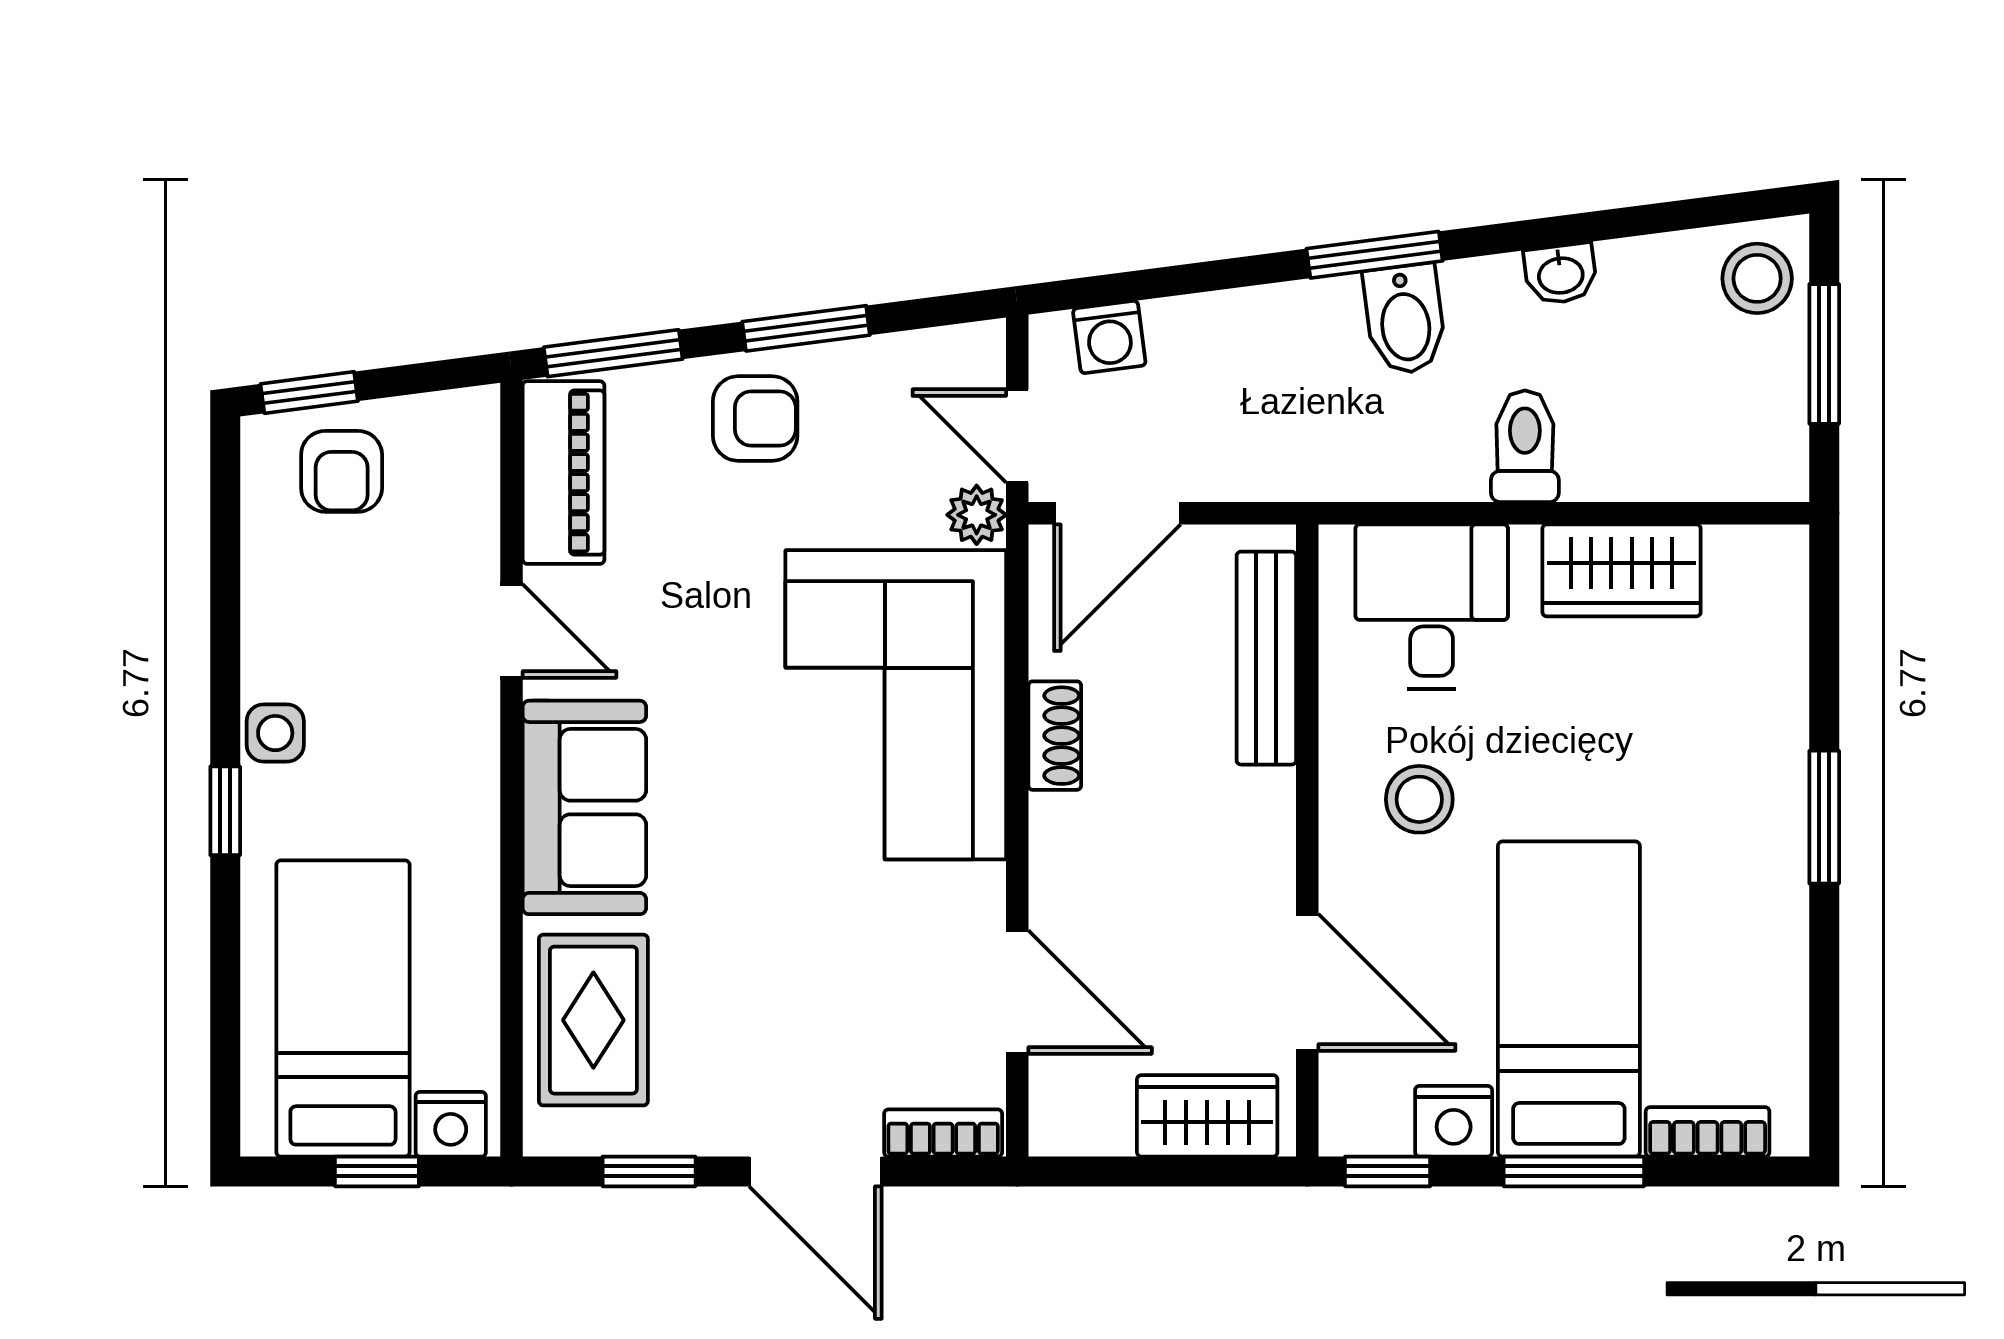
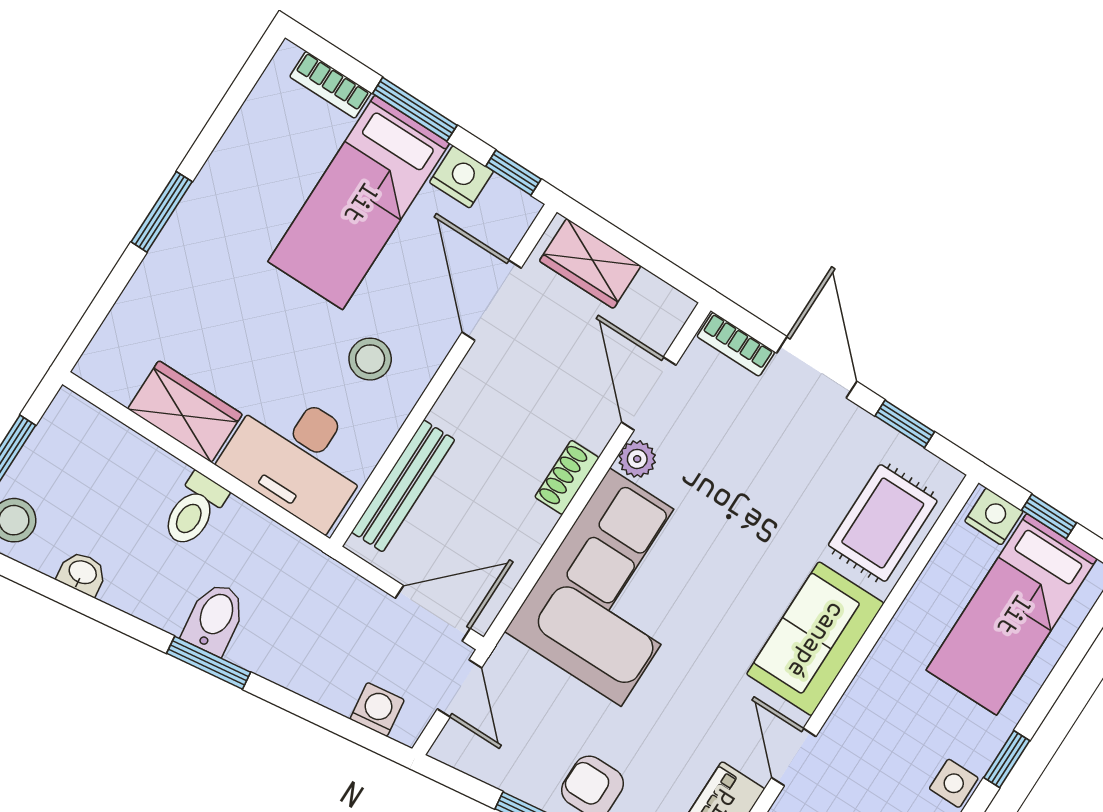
washbasin: (1561, 274) -> (82, 573), moved
plant: (977, 515) -> (637, 459), moved
desk: (1432, 607) -> (298, 457), width x1.37
shoe rack: (1055, 736) -> (567, 477), moved

